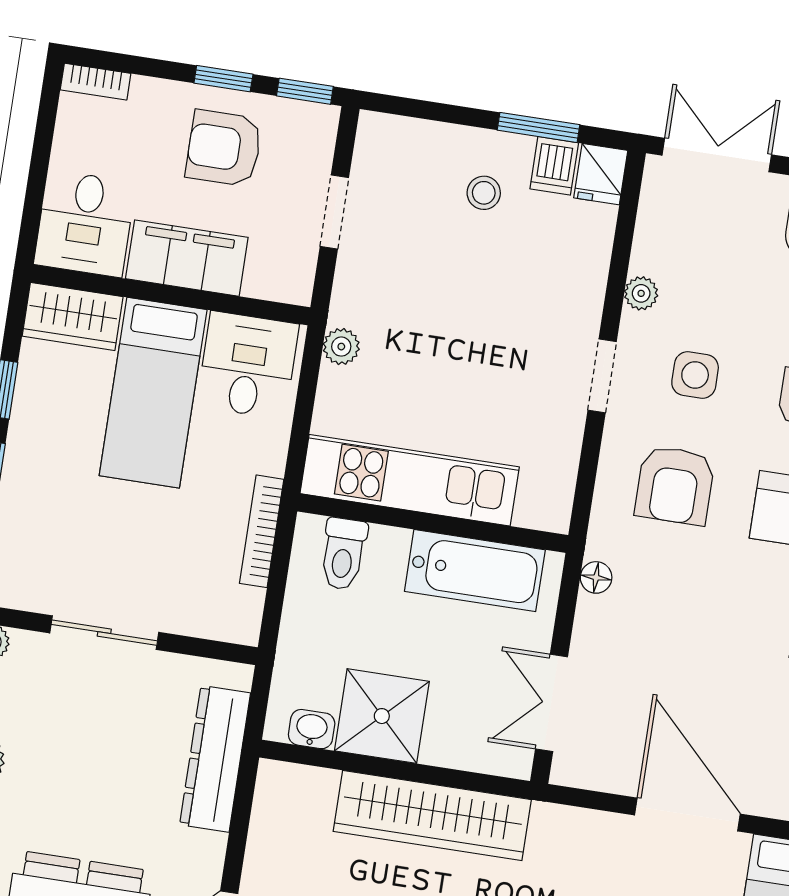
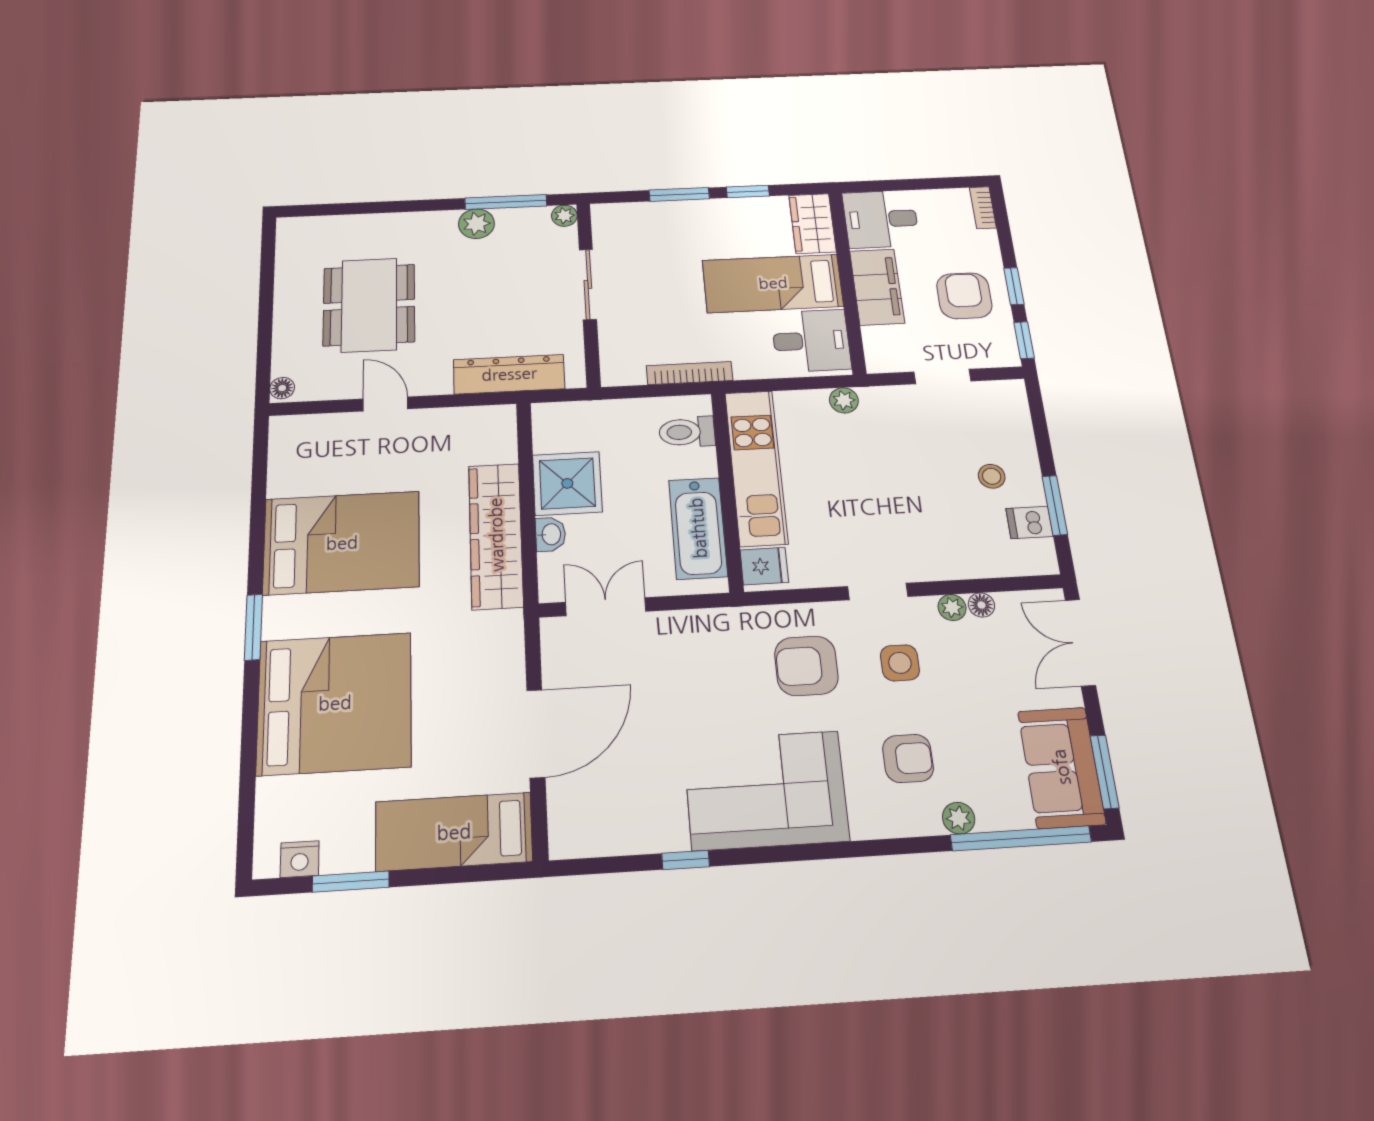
double door: (717, 155) -> (1080, 642), swing flipped
fridge: (601, 174) -> (764, 566), moved, turned 180
floor lamp: (596, 577) -> (981, 605), moved
washbasin: (312, 729) -> (550, 534), moved

